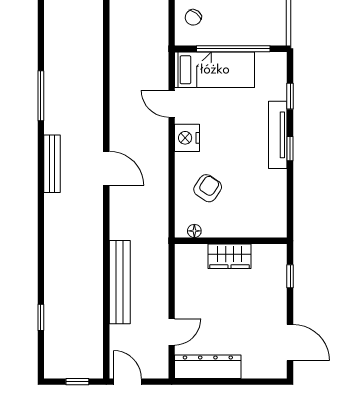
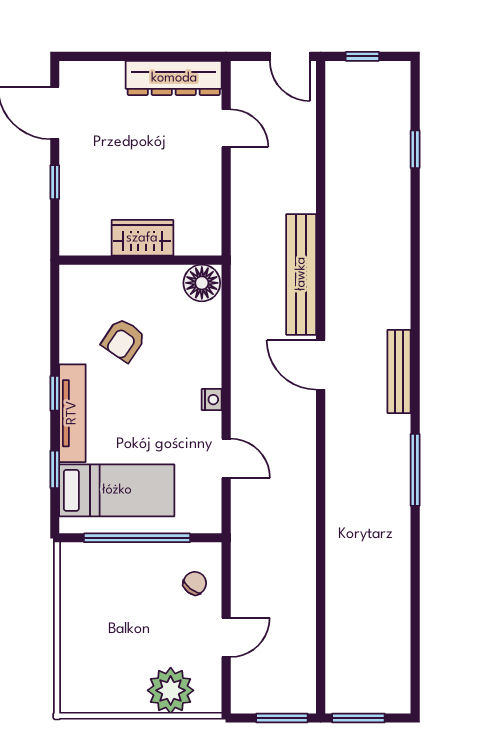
bed: (215, 70) -> (117, 490), moved, turned 180
nightstand: (187, 138) -> (212, 400), width x0.53, depth x0.56
armchair: (208, 188) -> (124, 340), moved
floor lamp: (194, 231) -> (202, 283), width x1.89, depth x1.89
window: (290, 276) -> (55, 182), moved
bench: (120, 282) -> (301, 274), moved
door: (172, 332) -> (226, 128), swing flipped

